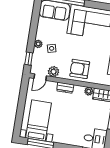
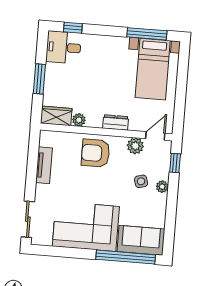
armchair: (80, 69) -> (96, 153), turned 180

